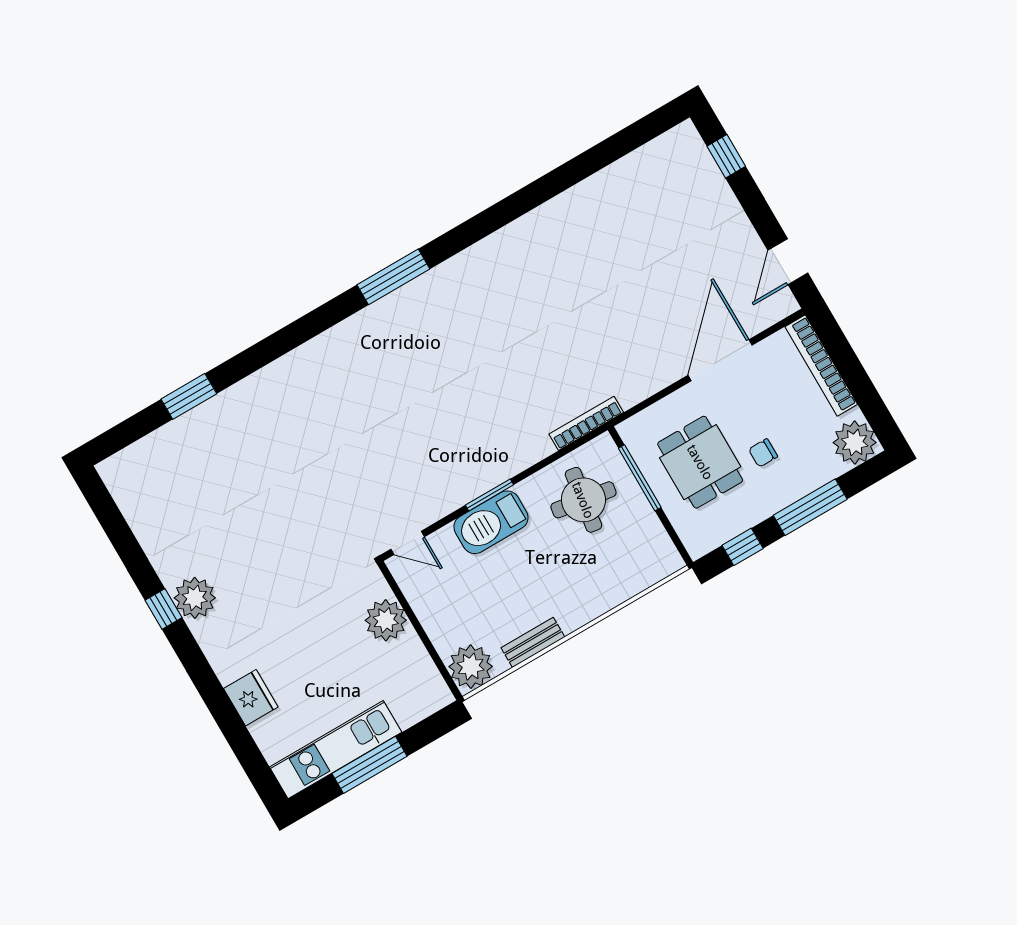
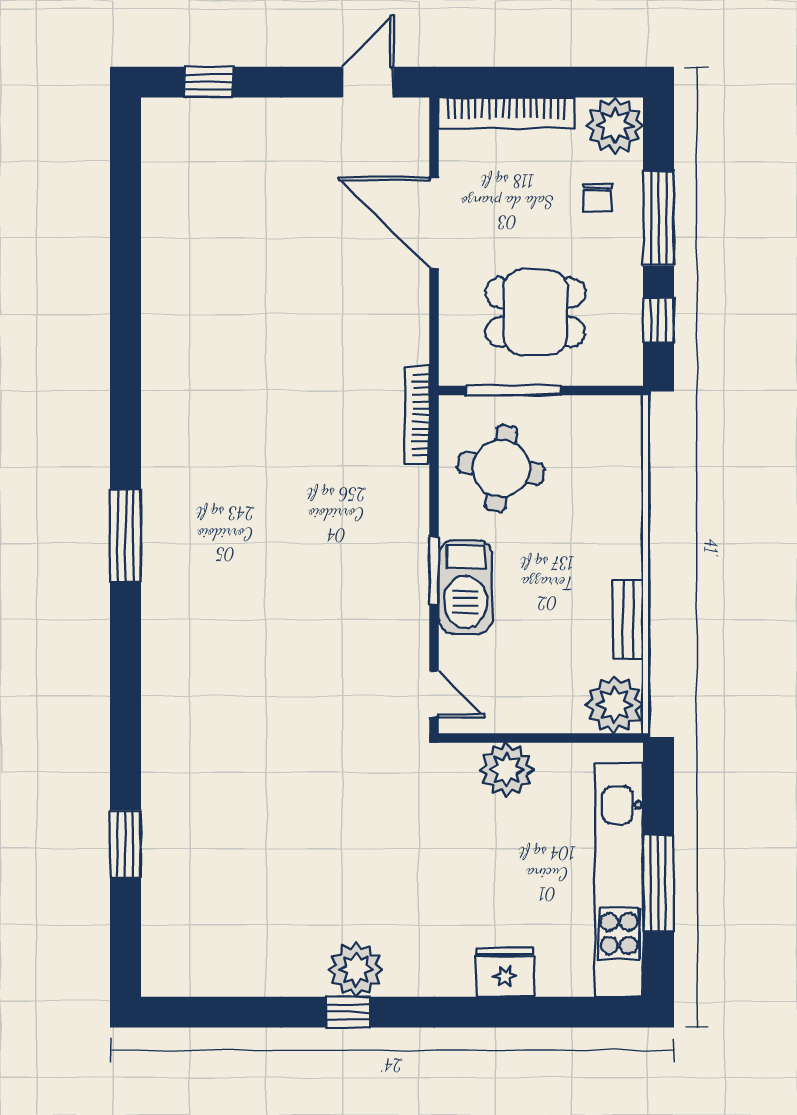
door: (788, 262) -> (368, 82), swing flipped
chair: (763, 453) -> (598, 198), moved
door: (408, 543) -> (434, 694), hinge flipped
kitchen unit: (336, 750) -> (619, 880), width x1.36

